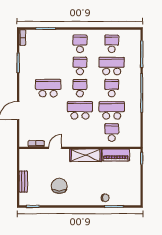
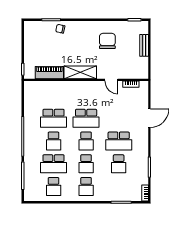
school desk: (112, 133) -> (119, 164), moved
door: (55, 148) -> (111, 80), hinge flipped
chair: (59, 186) -> (107, 41), turned 180

